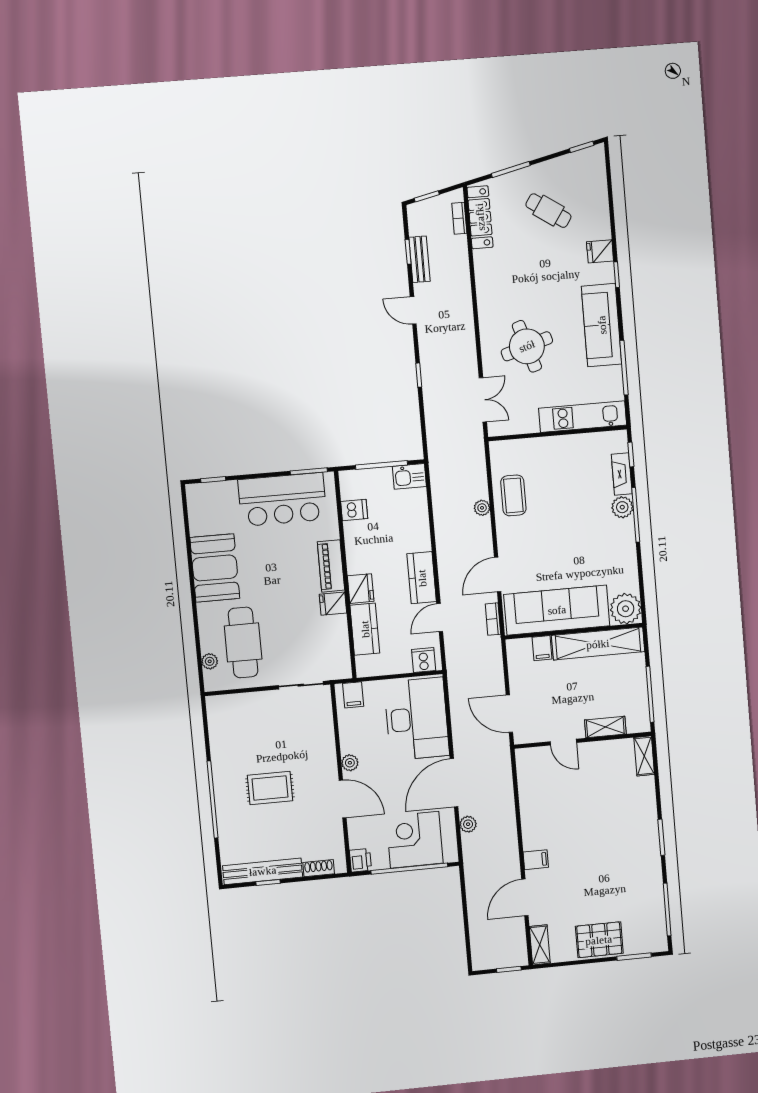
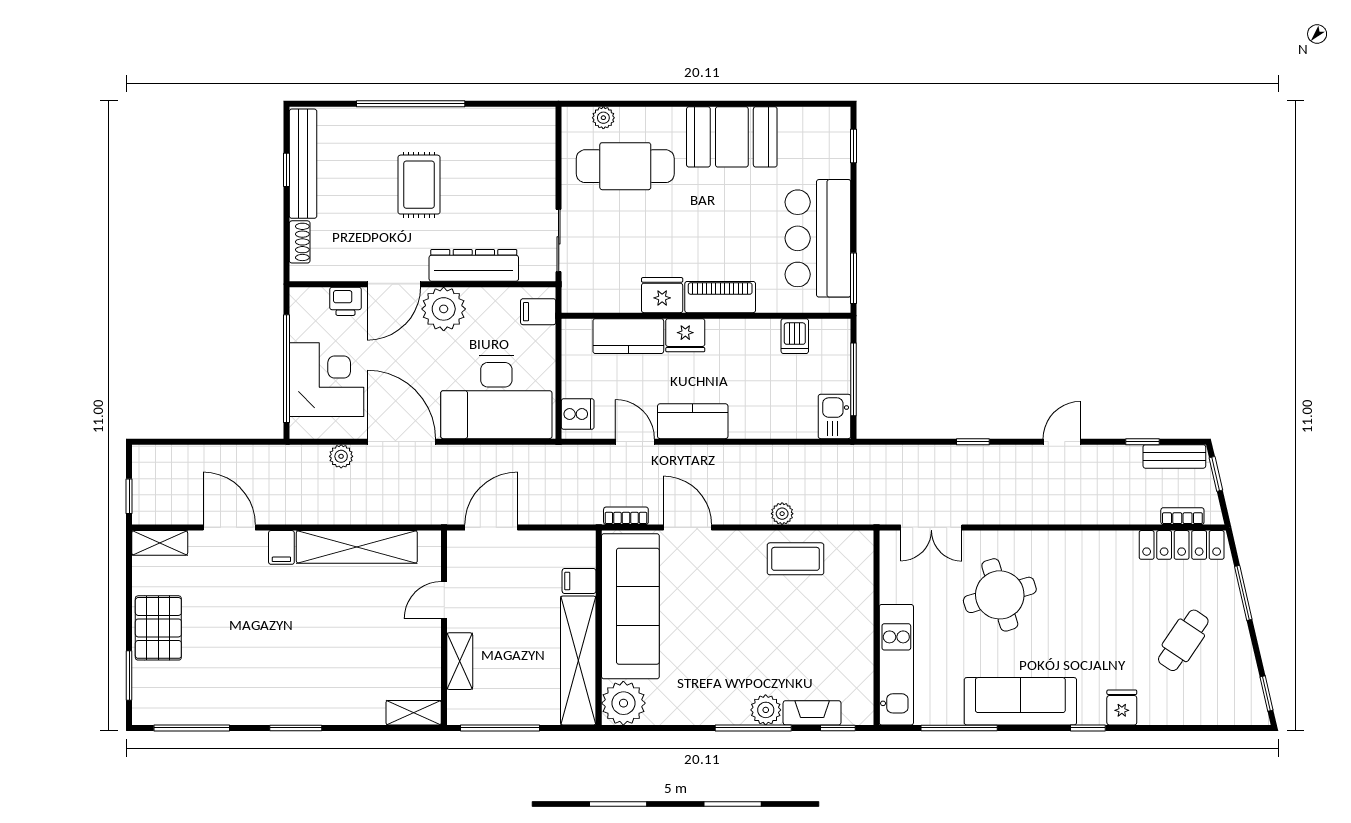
bench: (419, 259) -> (1174, 456), moved
fridge: (333, 604) -> (662, 295), width x1.38
dresser: (324, 744) -> (474, 265), added
plant: (350, 763) -> (444, 309), width x1.88, depth x1.88
shelving: (531, 807) -> (357, 547), added
printer: (360, 860) -> (345, 301), moved

